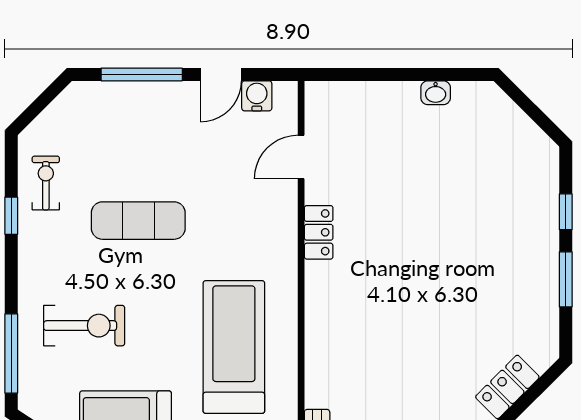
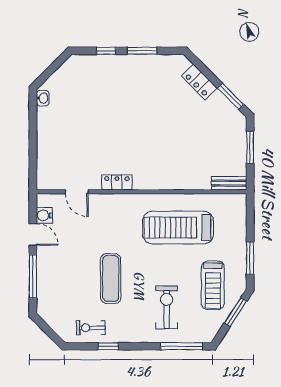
washbasin: (436, 93) -> (43, 98), moved

